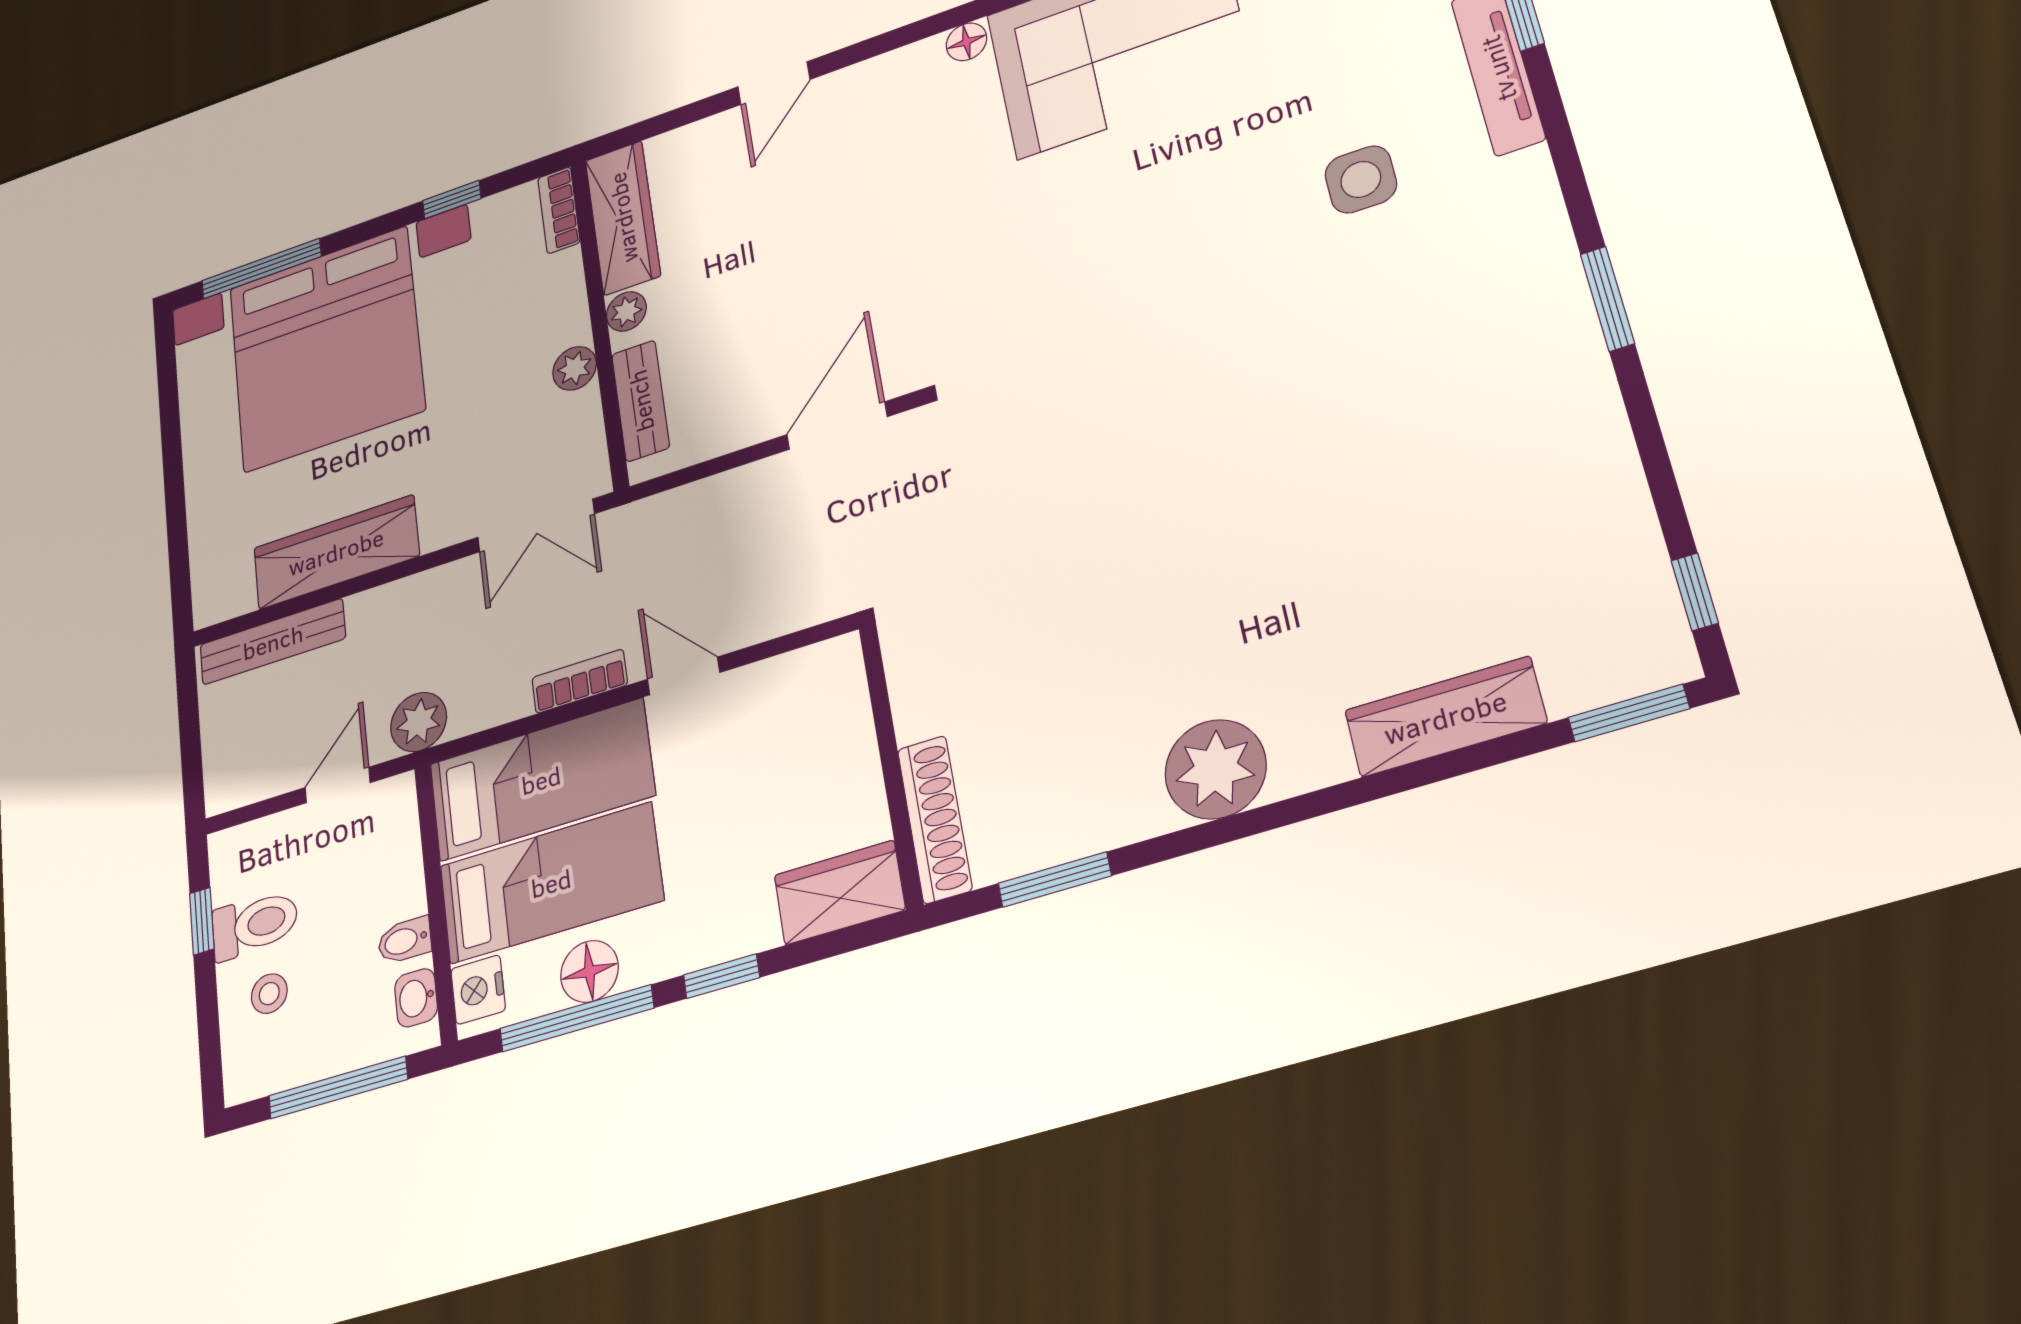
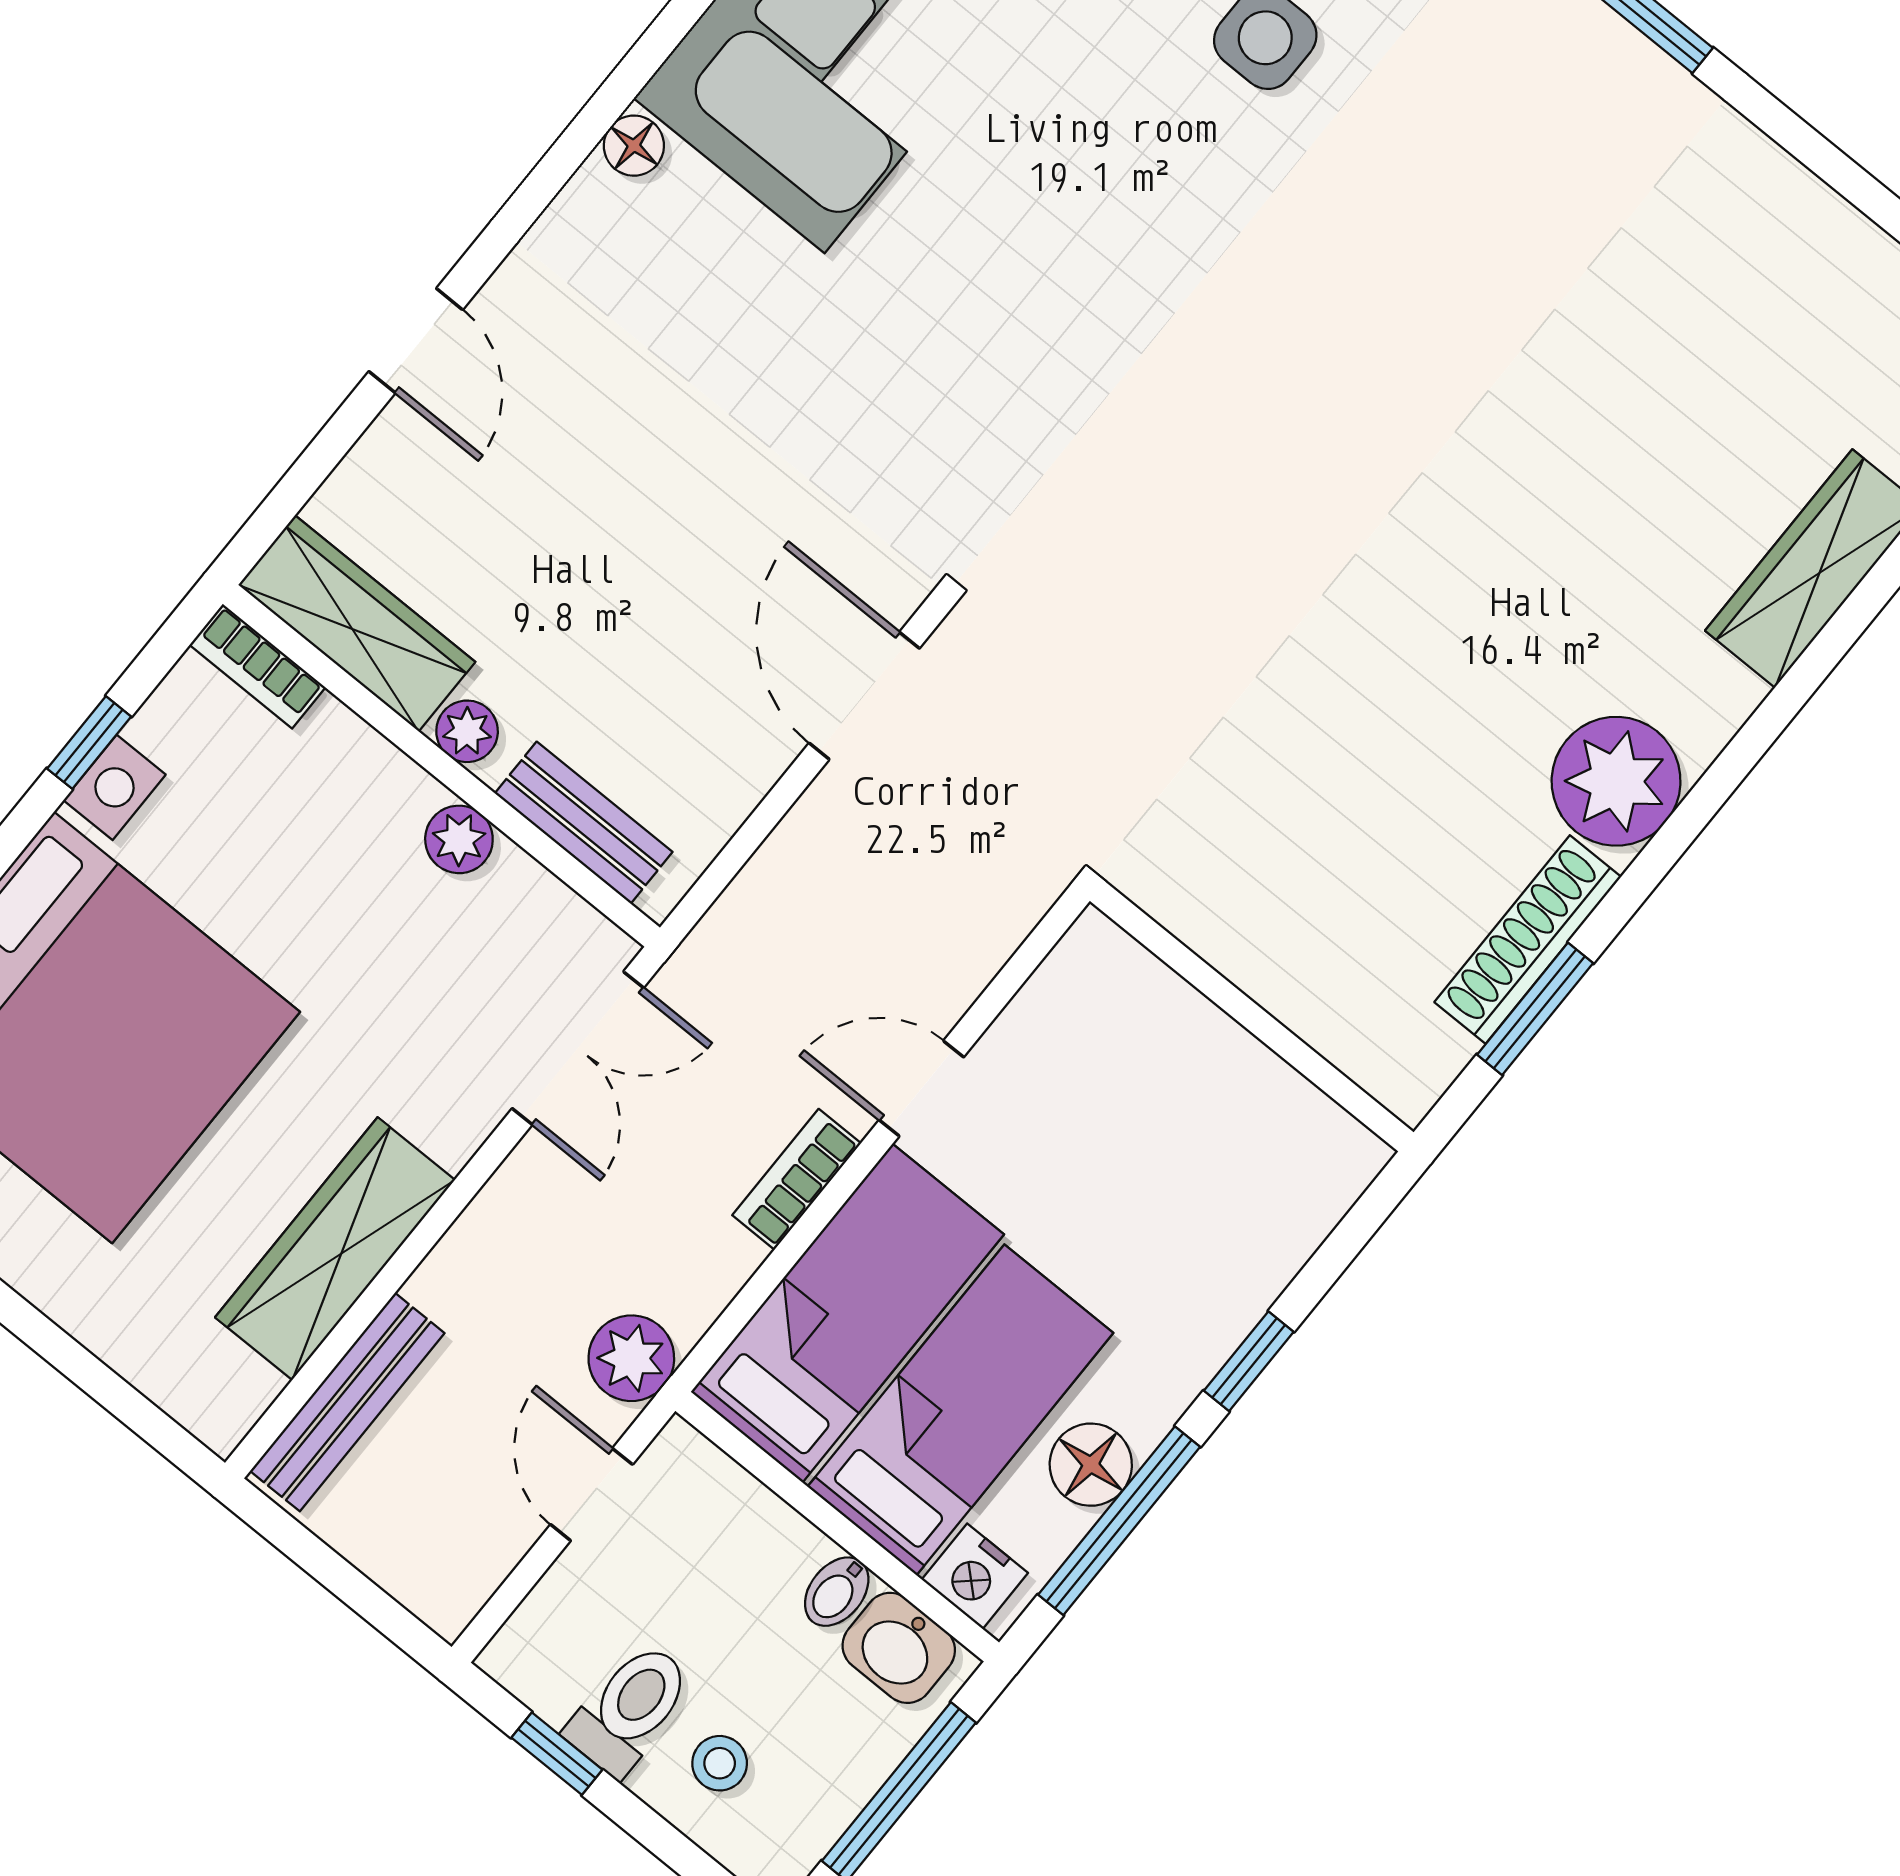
shoe rack: (935, 819) -> (1528, 939), moved, turned -90
wardrobe: (839, 893) -> (1308, 1186), removed
washbasin: (416, 998) -> (899, 1648), width x1.38, depth x1.45

